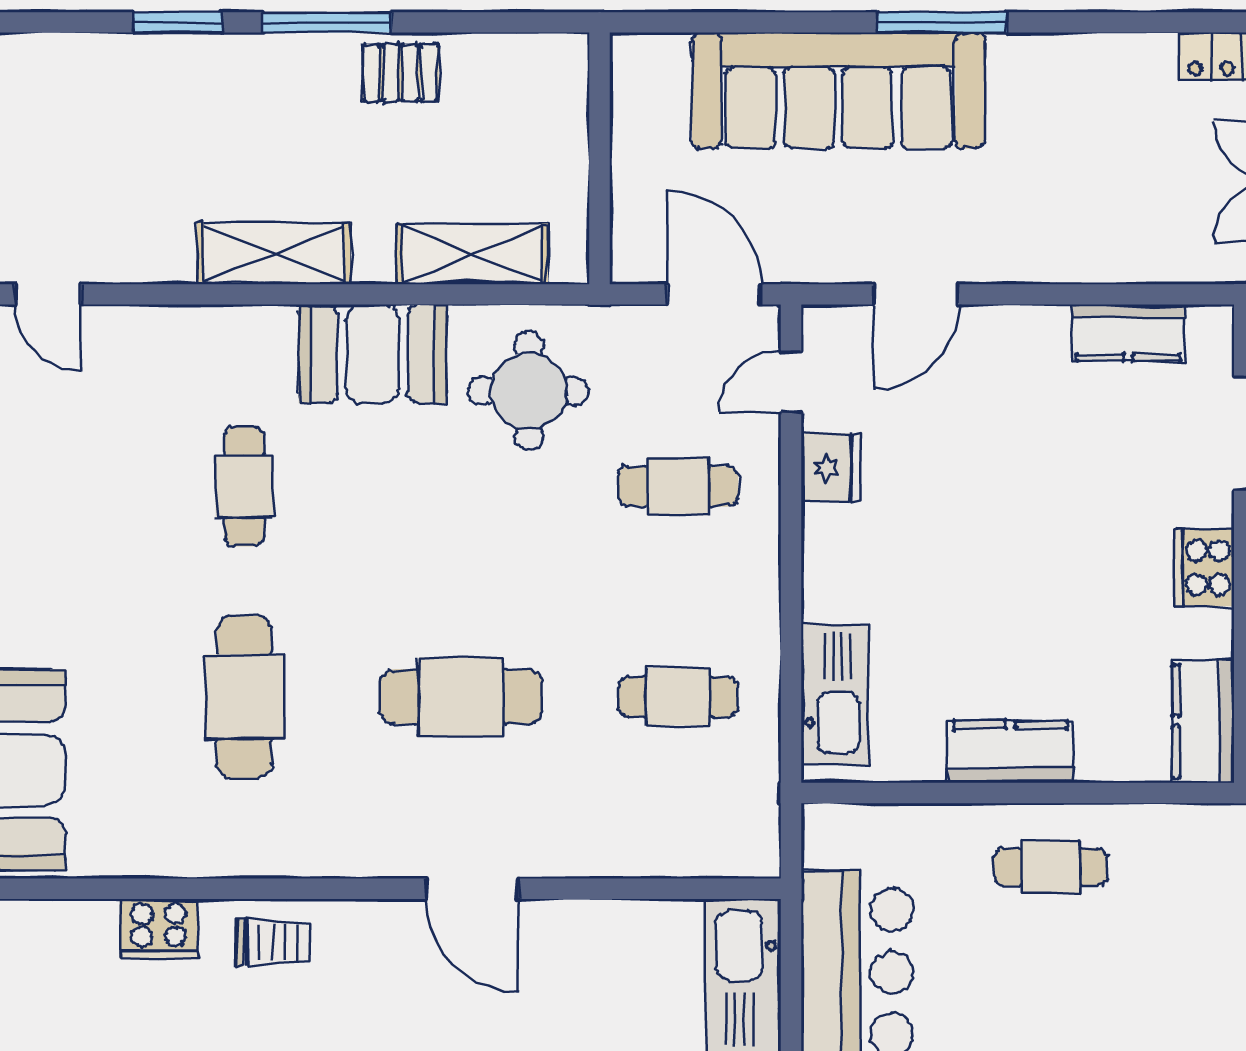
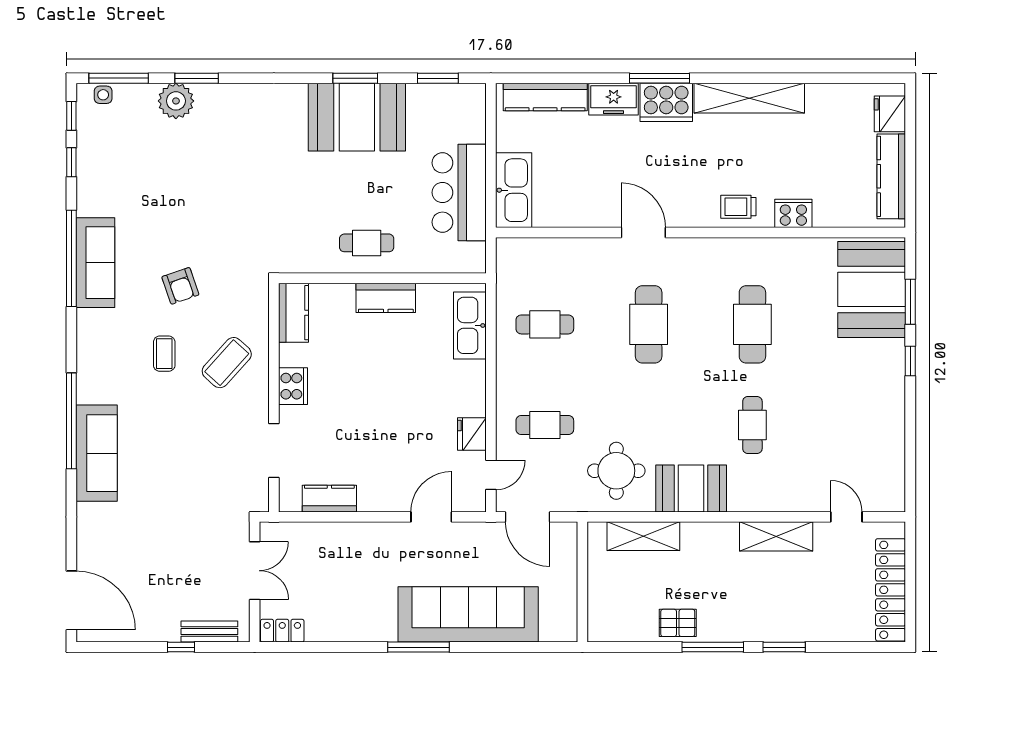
shelving: (274, 254) -> (776, 536), moved
cafe table: (461, 697) -> (649, 324), turned 90

